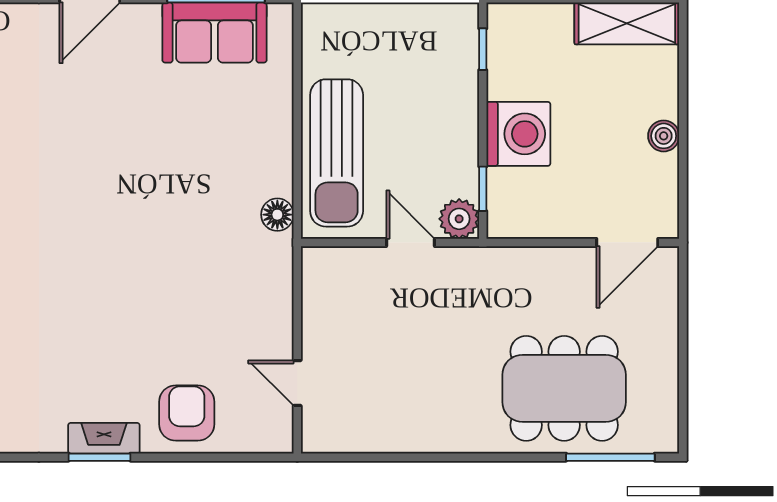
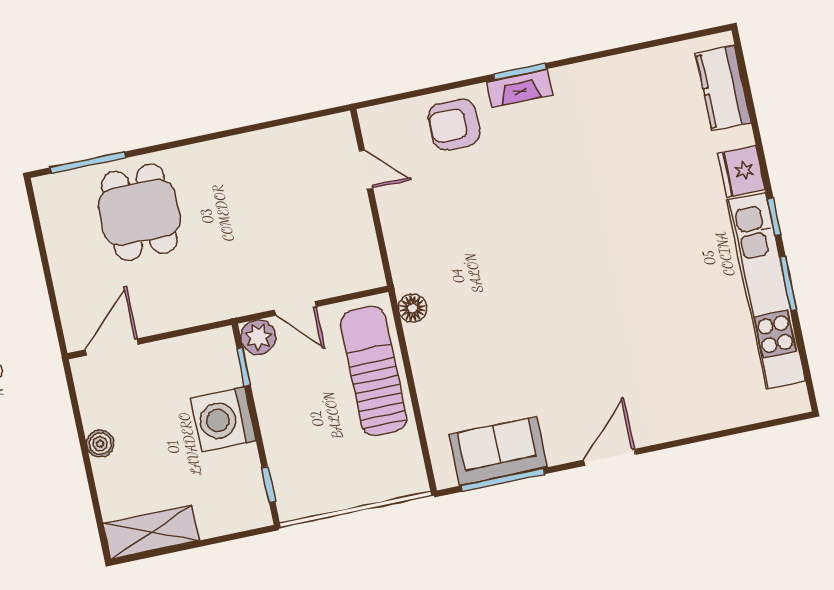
dining table: (564, 388) -> (139, 212), width x0.73
armchair: (187, 413) -> (454, 124), turned 90

